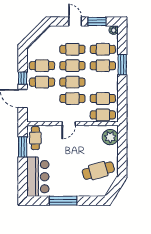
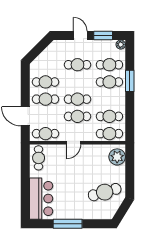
cafe table: (72, 66) -> (46, 134), moved
window: (23, 78) -> (25, 95), removed
window: (23, 147) -> (25, 167), removed

